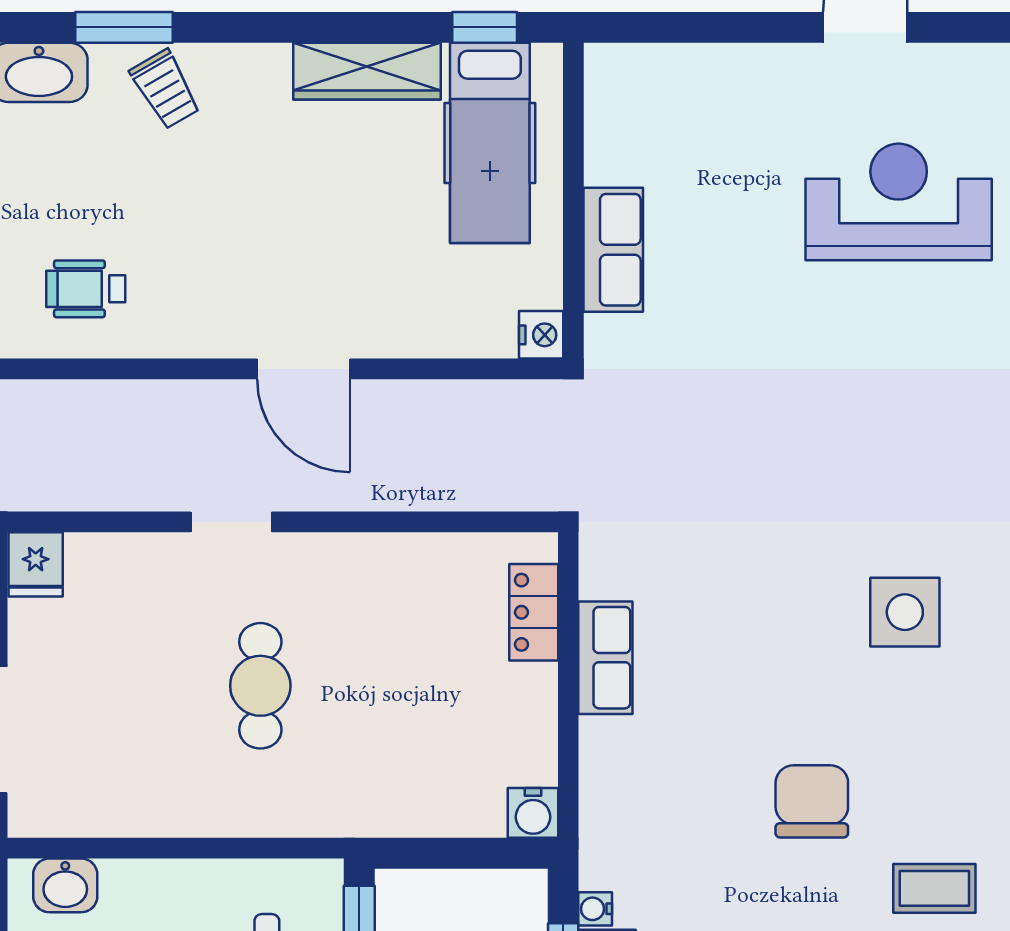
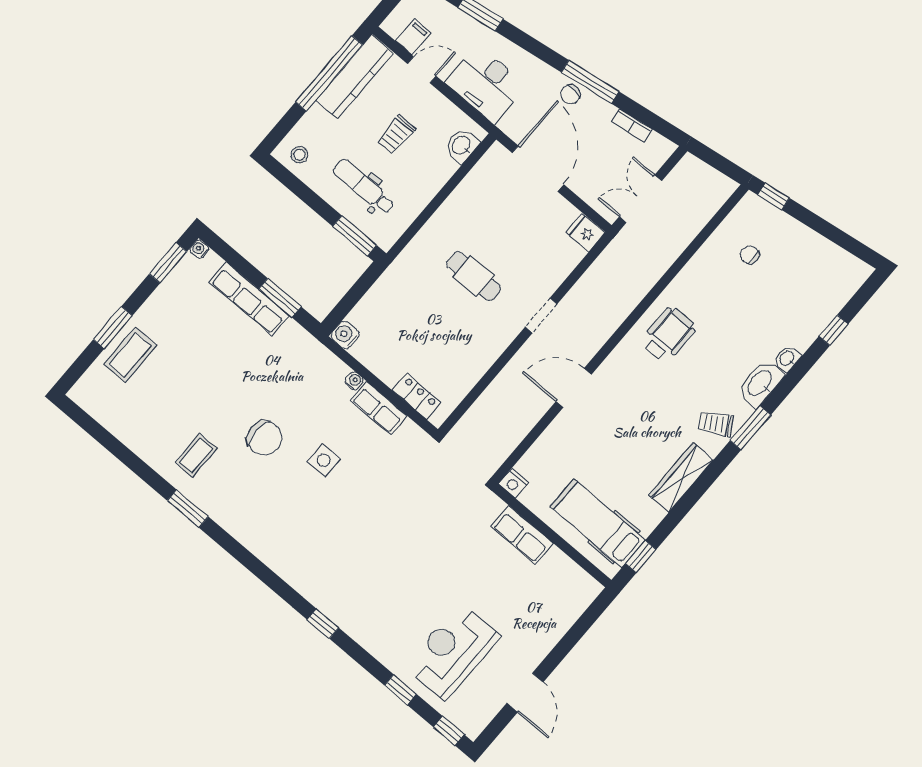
wardrobe: (367, 71) -> (681, 478), moved
reception desk: (899, 202) -> (452, 651), turned 180
wheelchair: (86, 289) -> (669, 334), width x1.36, depth x1.37
side table: (905, 612) -> (324, 460), moved, width x0.73, depth x0.73
water cooler: (595, 909) -> (354, 381), moved

